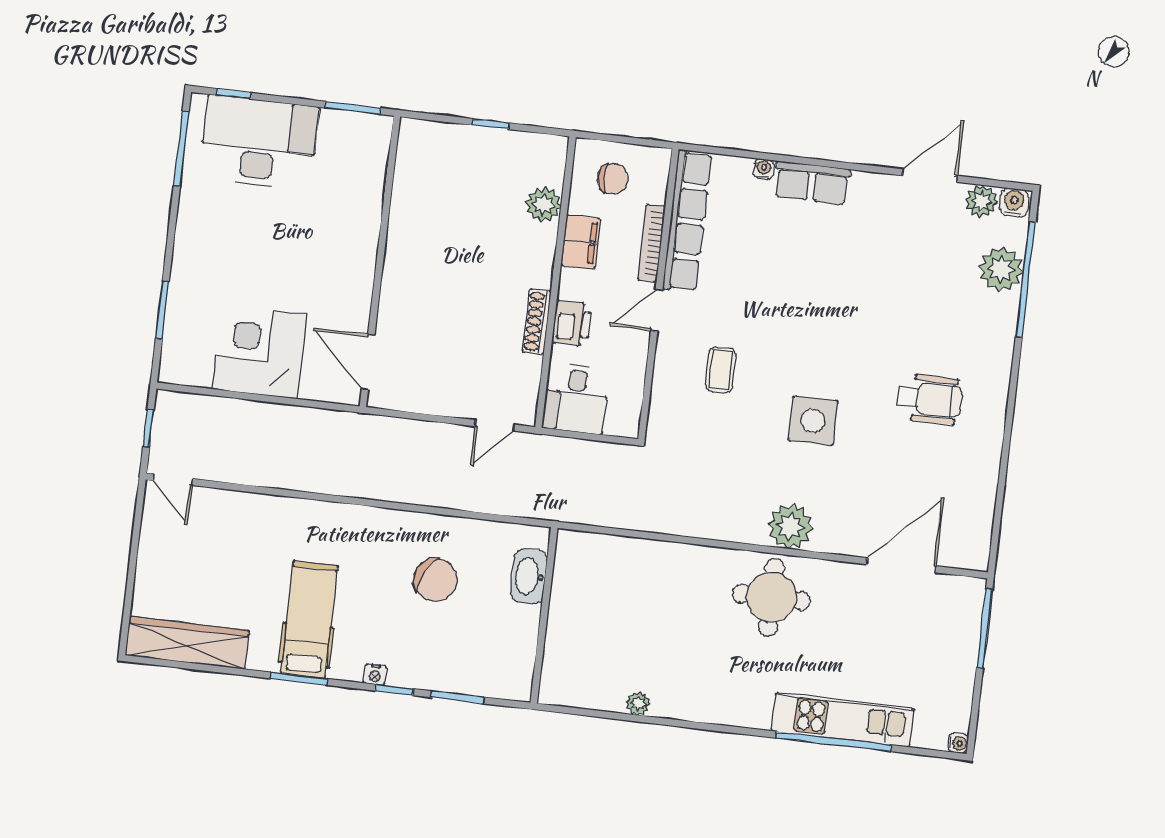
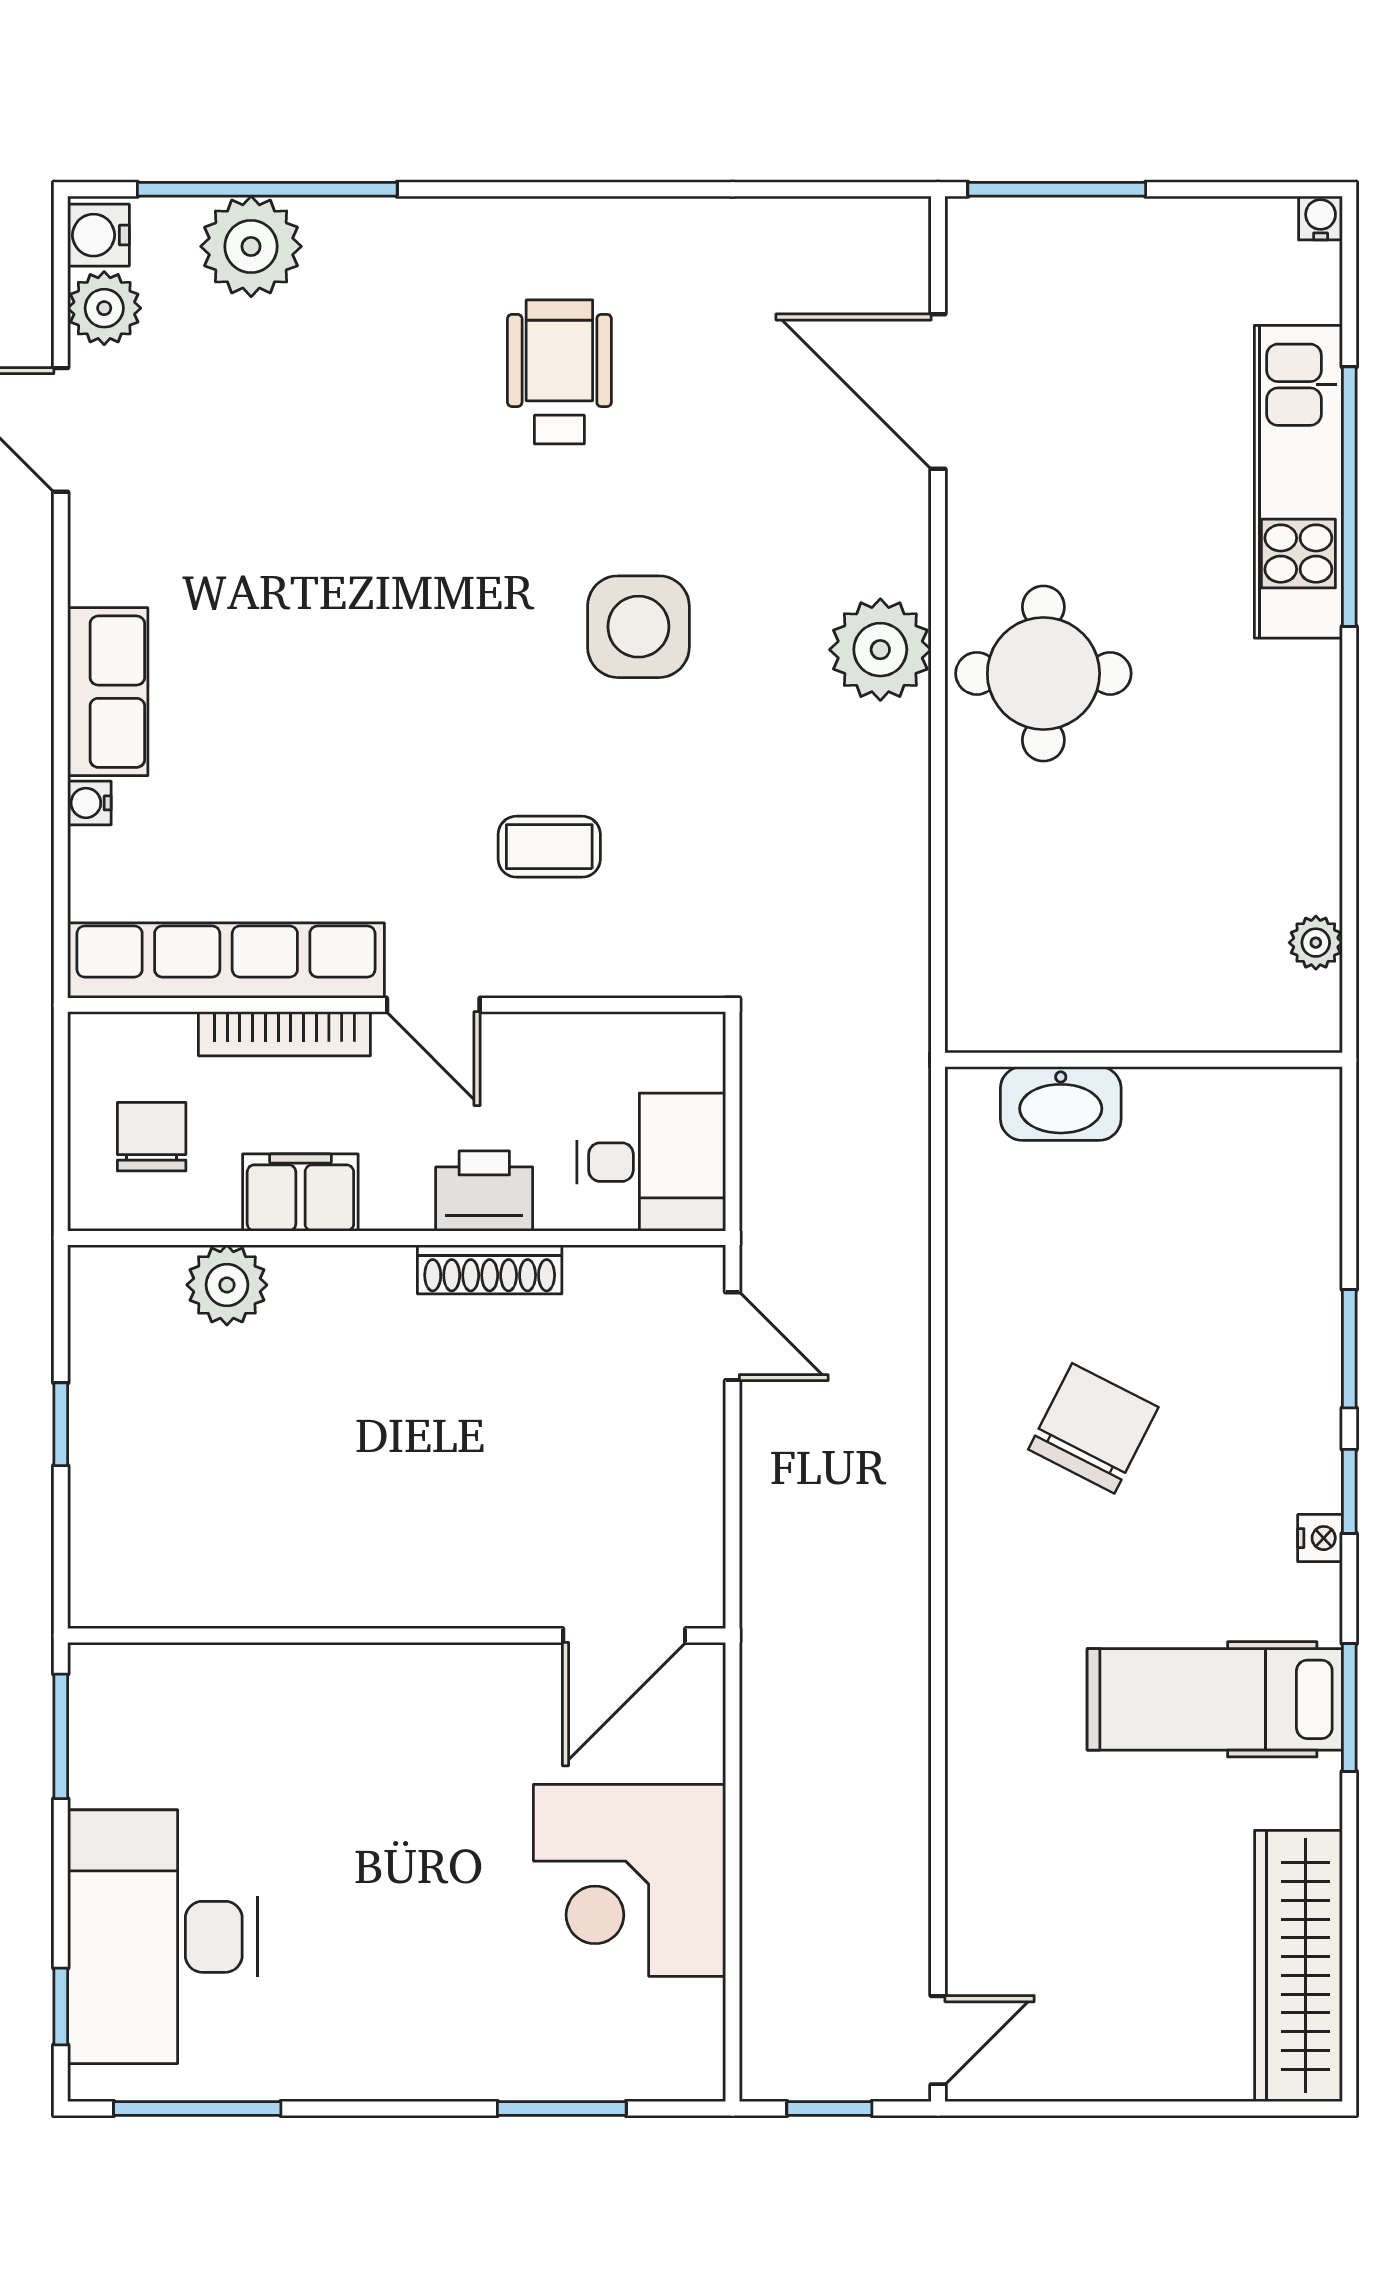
washbasin: (529, 576) -> (1061, 1103), moved
wall: (544, 615) -> (1144, 1060), moved

